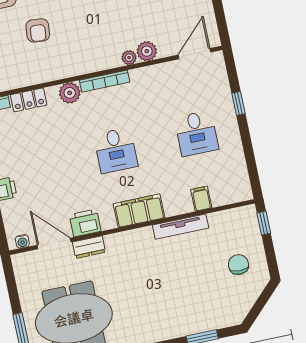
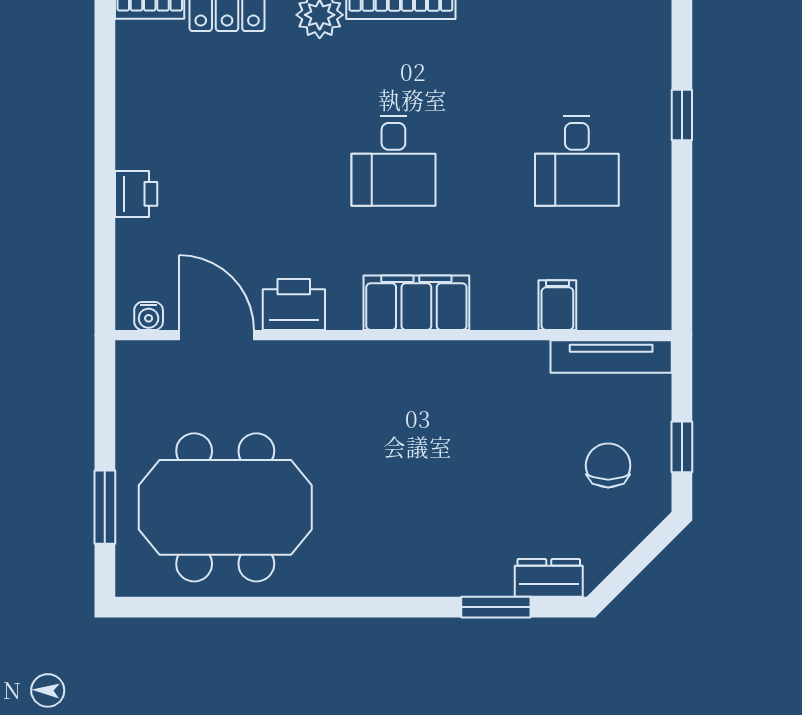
window: (264, 223) -> (682, 447), moved
tv unit: (181, 227) -> (611, 356), moved
dresser: (89, 247) -> (549, 578), moved, turned 180

